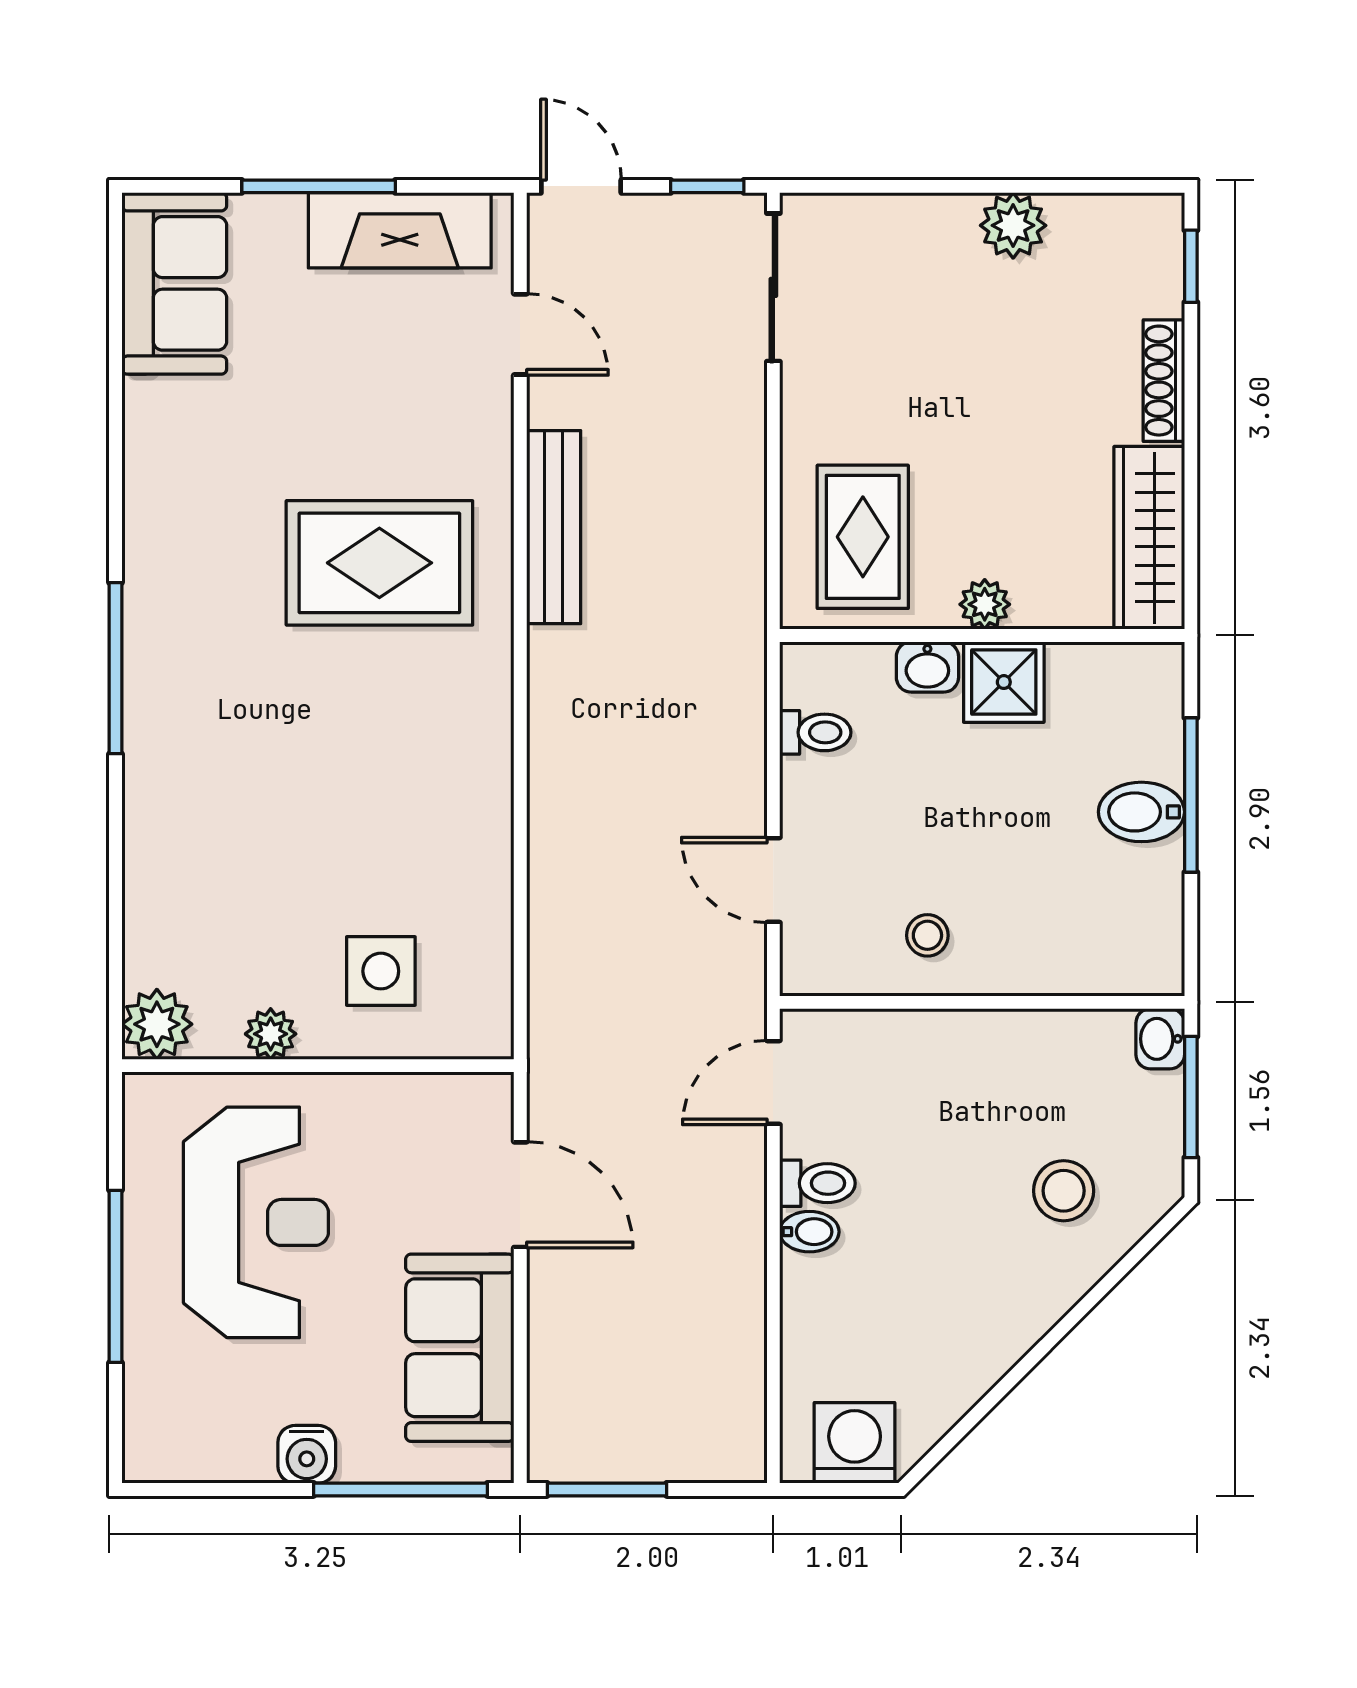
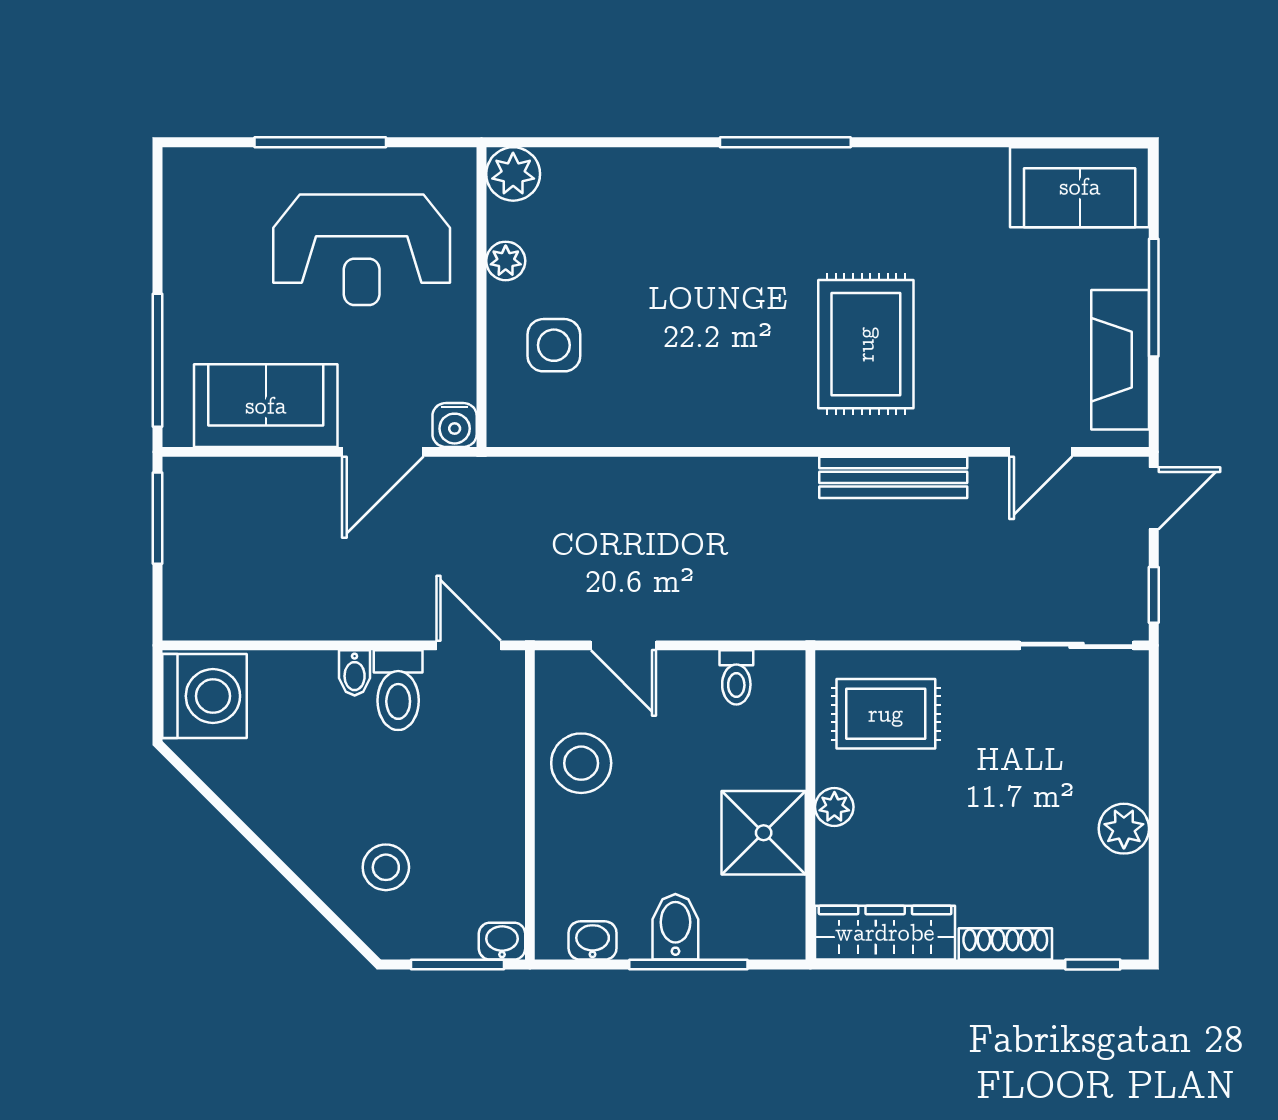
washbasin: (927, 667) -> (593, 940), moved, turned 90
shower: (1004, 682) -> (764, 833), width x1.36, depth x1.36
door: (773, 880) -> (623, 645), swing flipped
stool: (927, 935) -> (581, 763), width x1.89, depth x1.89
toilet: (817, 1183) -> (398, 690), width x1.37, depth x1.39
washing machine: (855, 1443) -> (205, 696), width x1.37, depth x1.37
water cooler: (307, 1454) -> (455, 425), moved, turned -90

